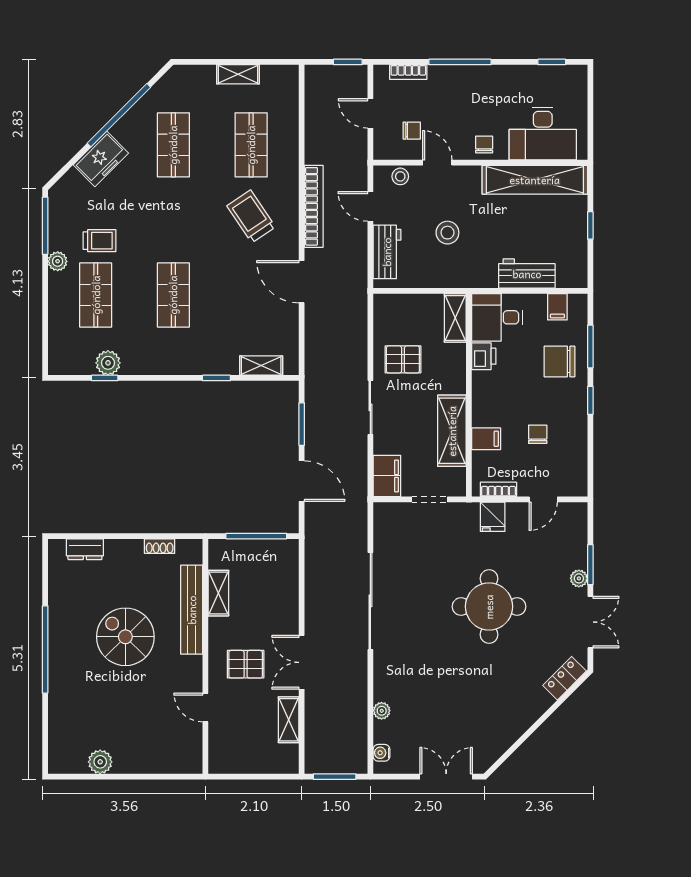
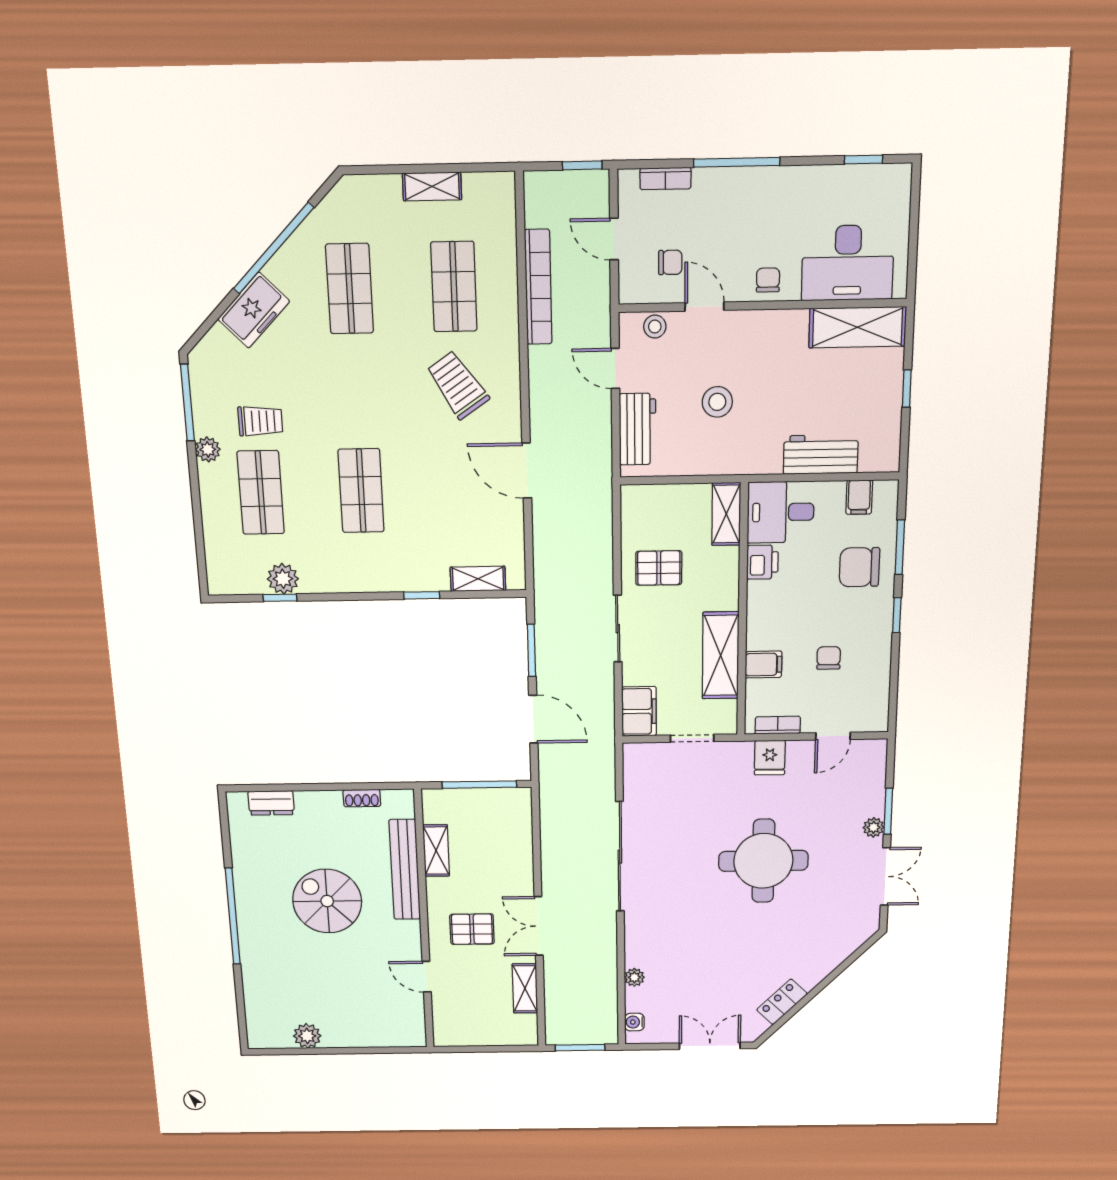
shelving: (535, 180) -> (858, 327), width x0.68
bookcase: (314, 206) -> (538, 287), moved
locker: (565, 678) -> (782, 1002), moved

